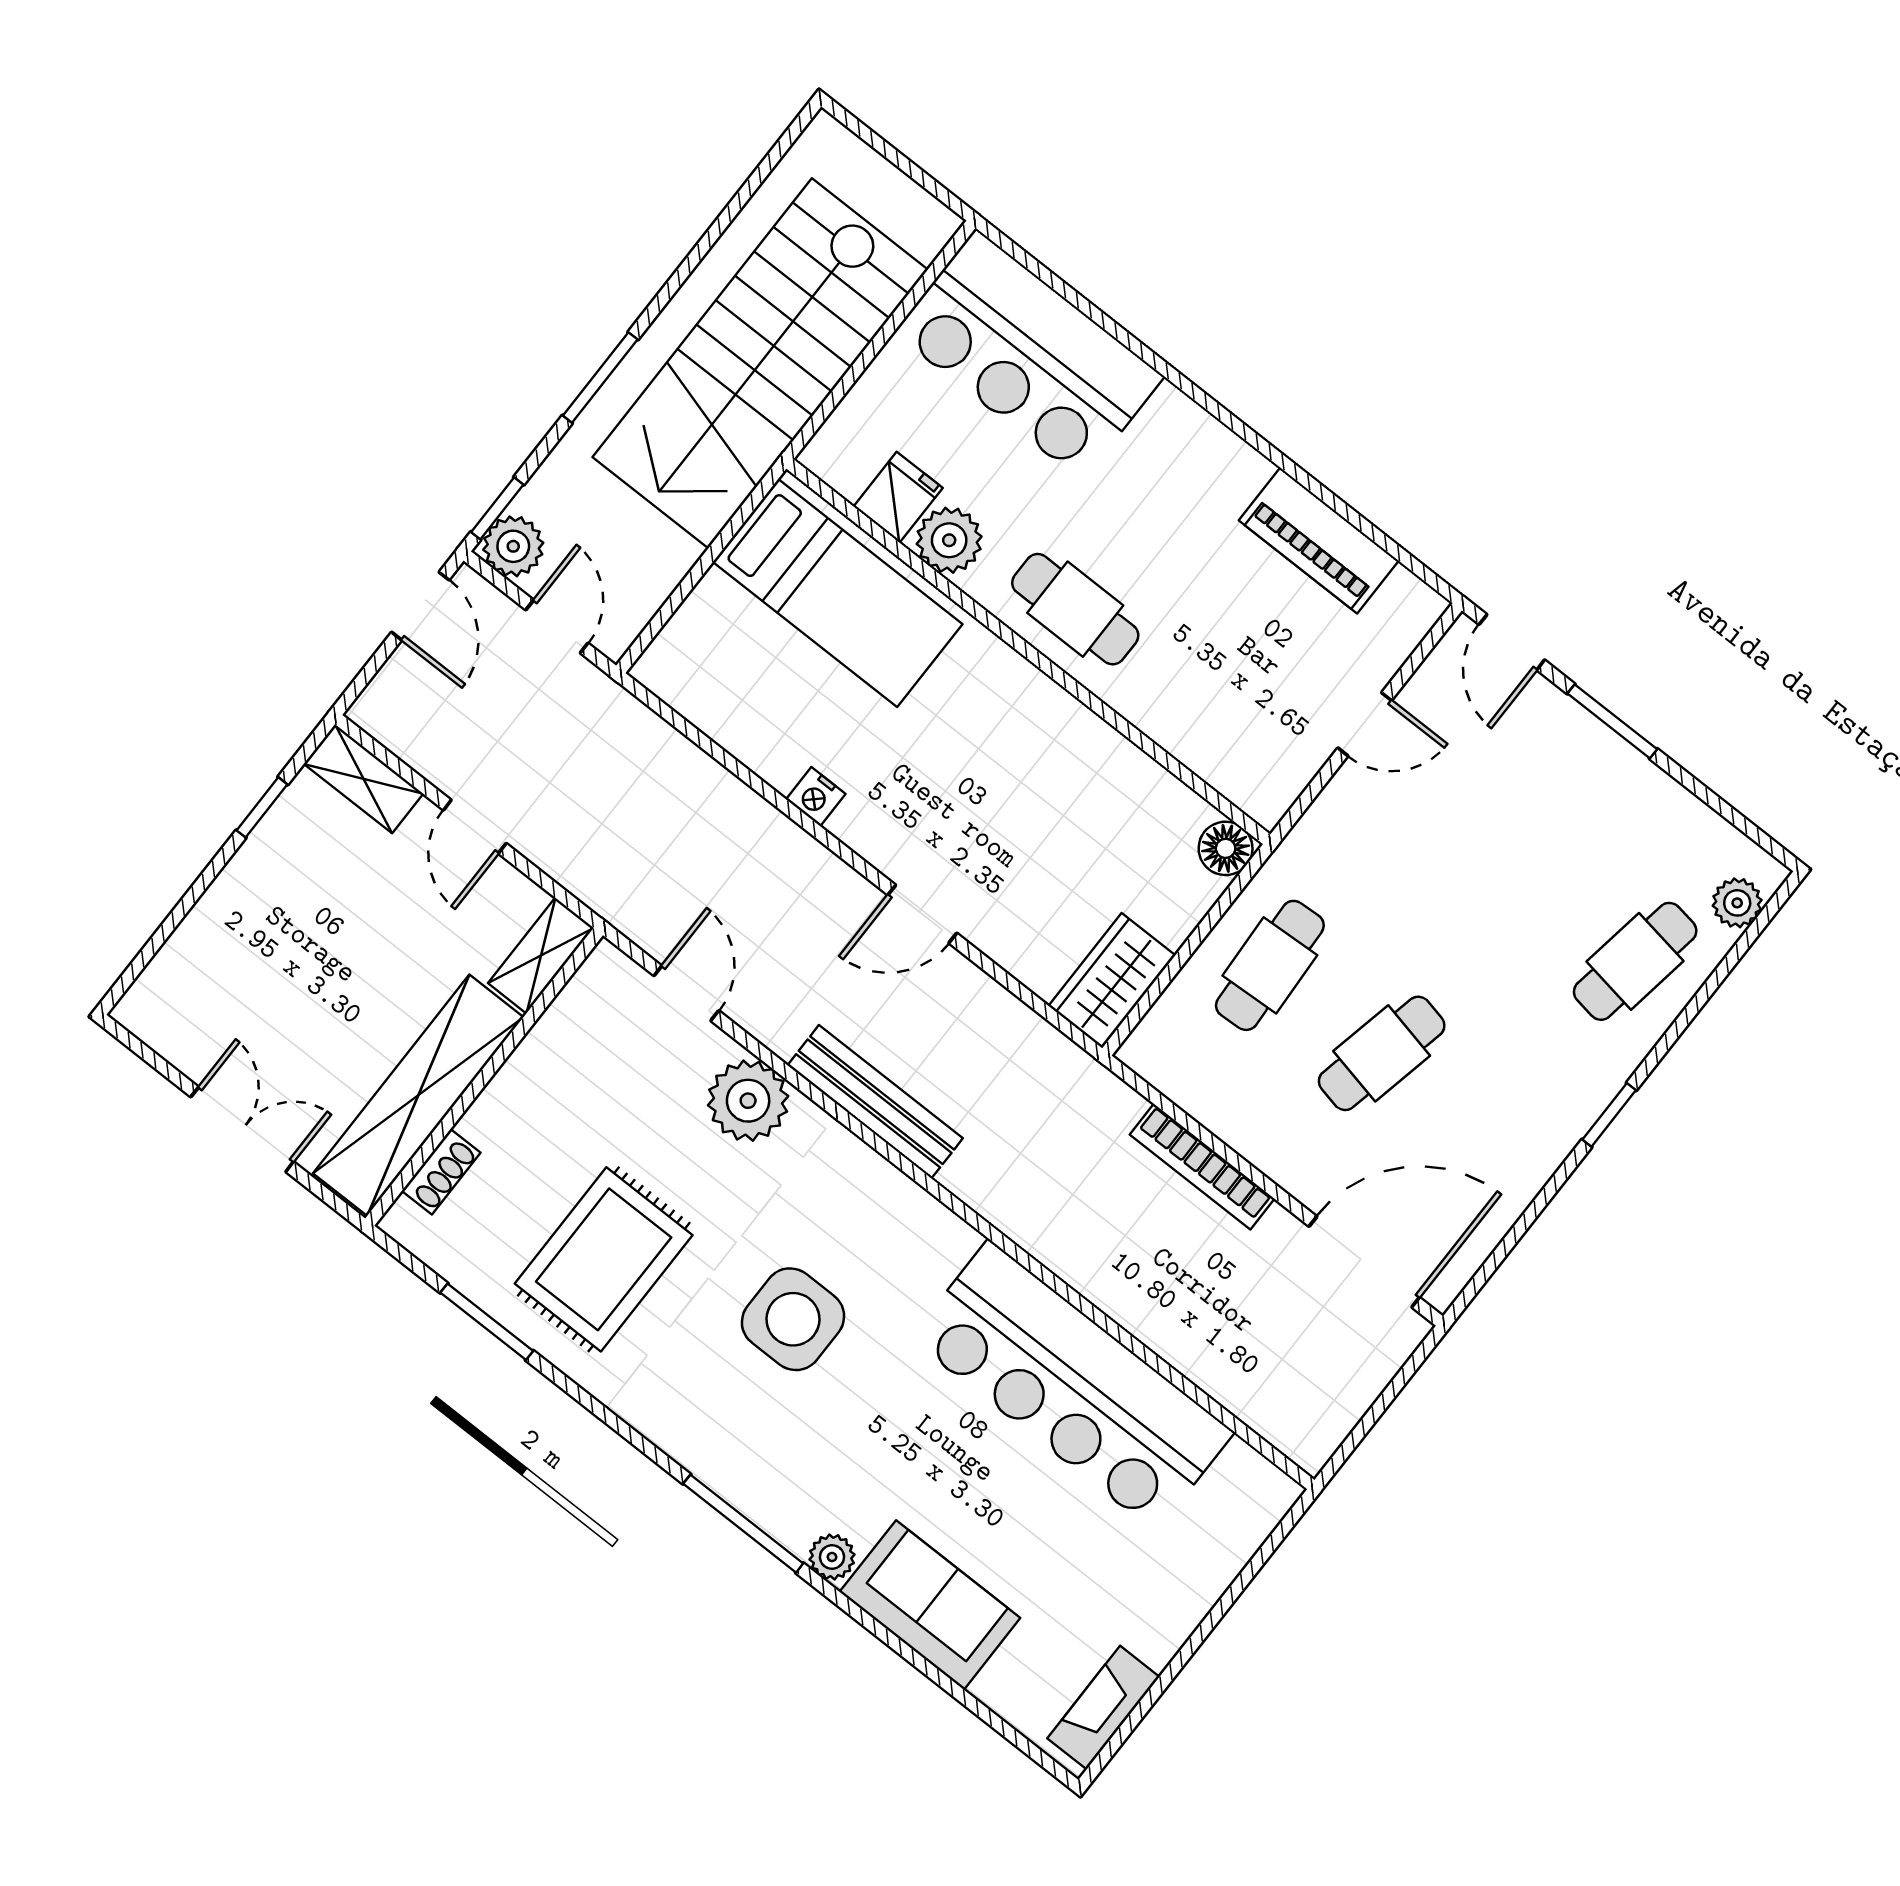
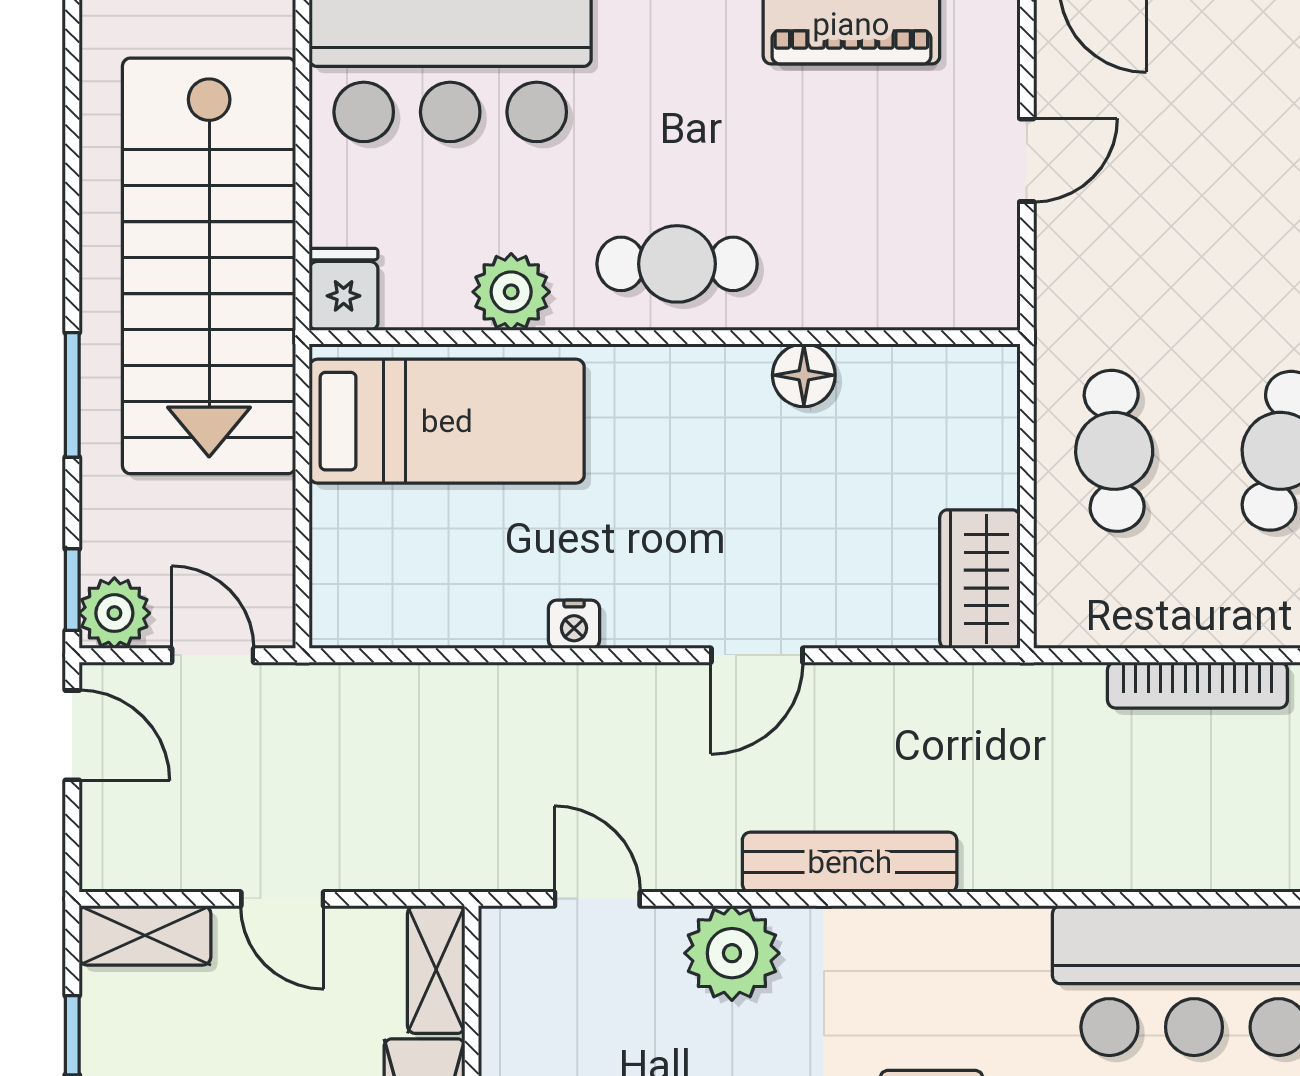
fridge: (898, 497) -> (344, 289), moved
floor lamp: (1226, 848) -> (804, 375), moved

